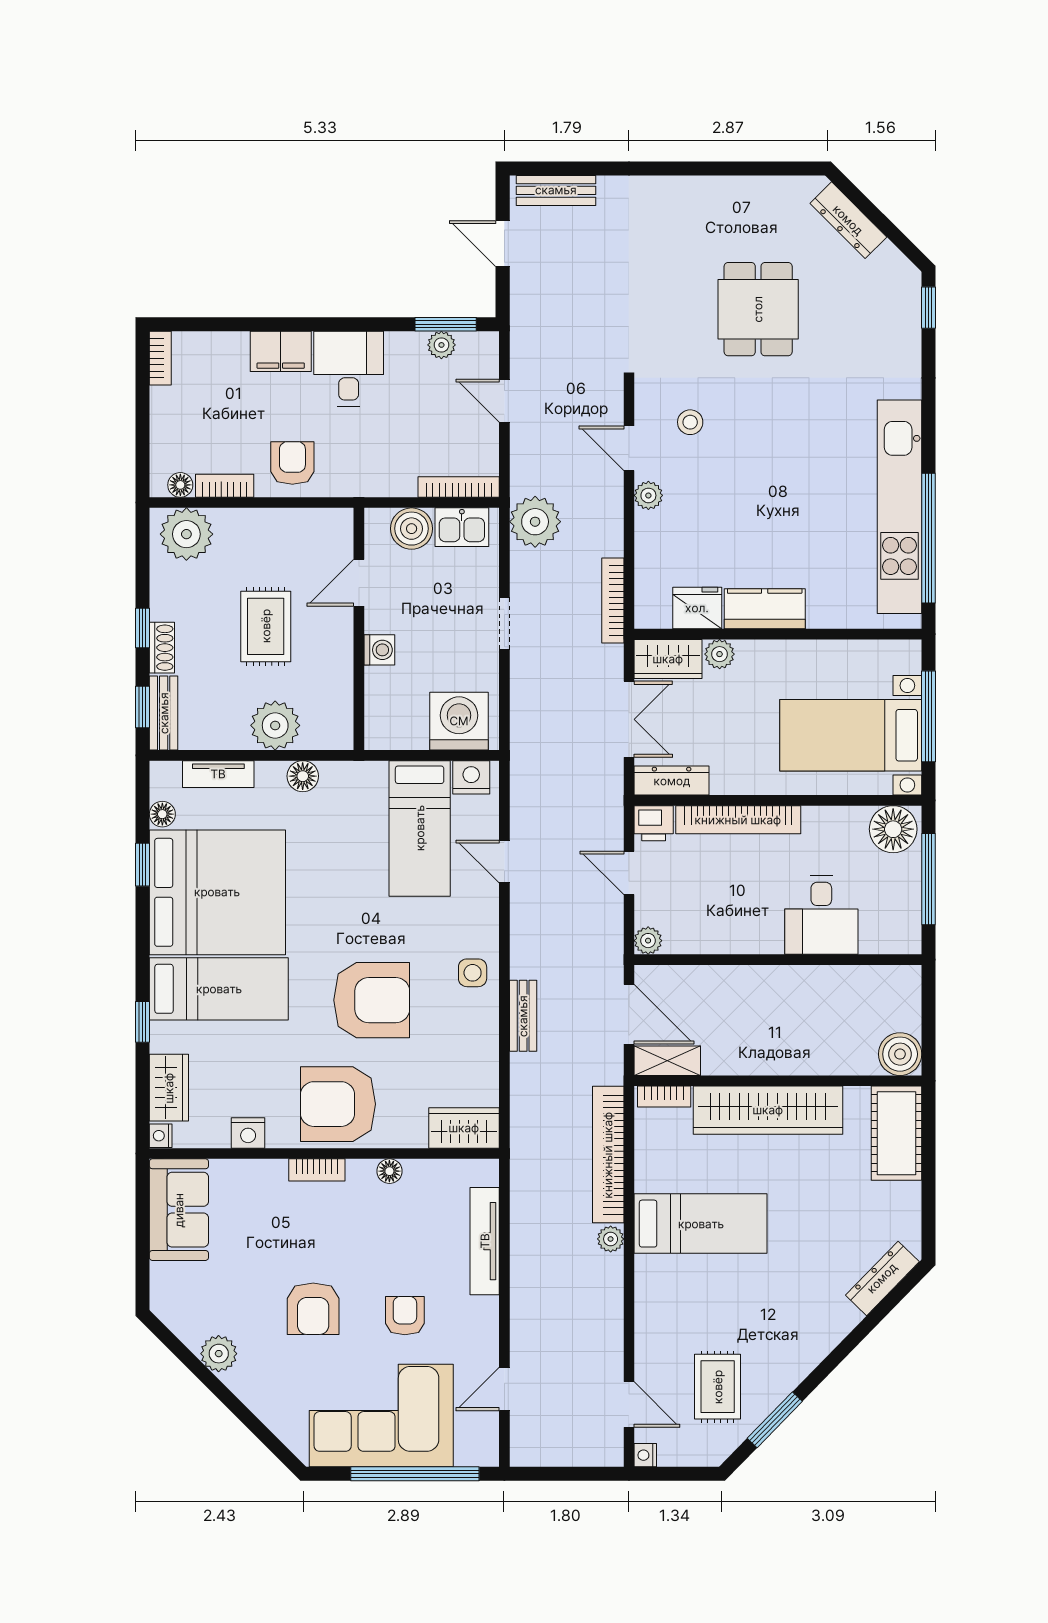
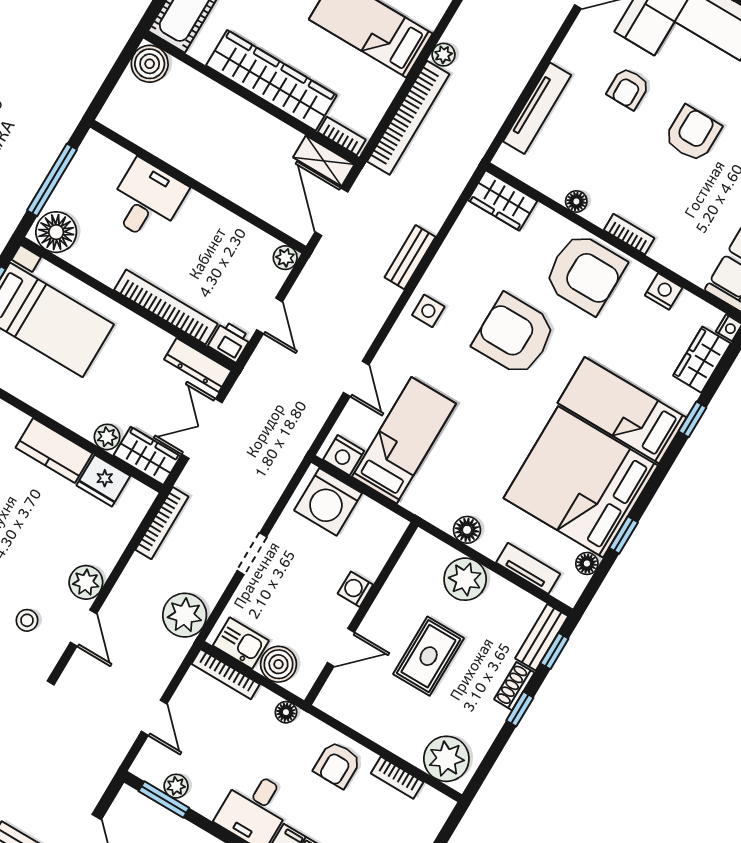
floor lamp: (180, 485) -> (286, 712), moved
plant: (648, 495) -> (86, 582), width x1.38, depth x1.38

